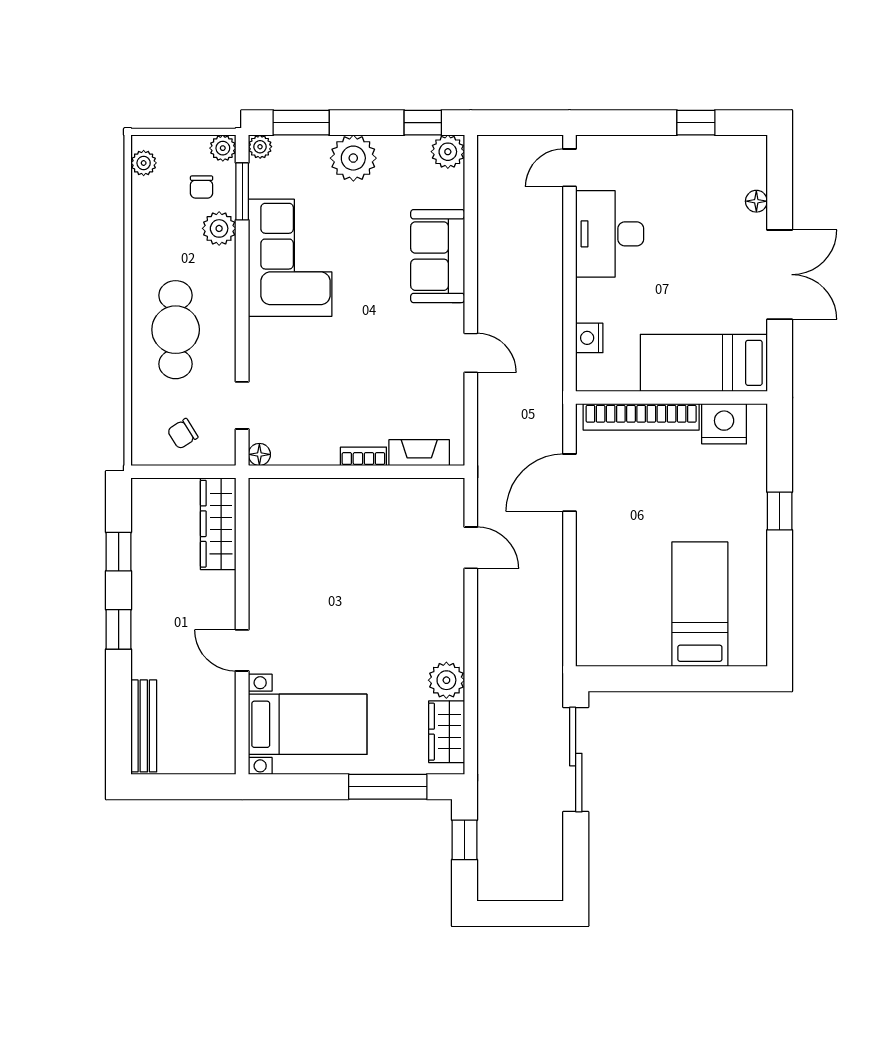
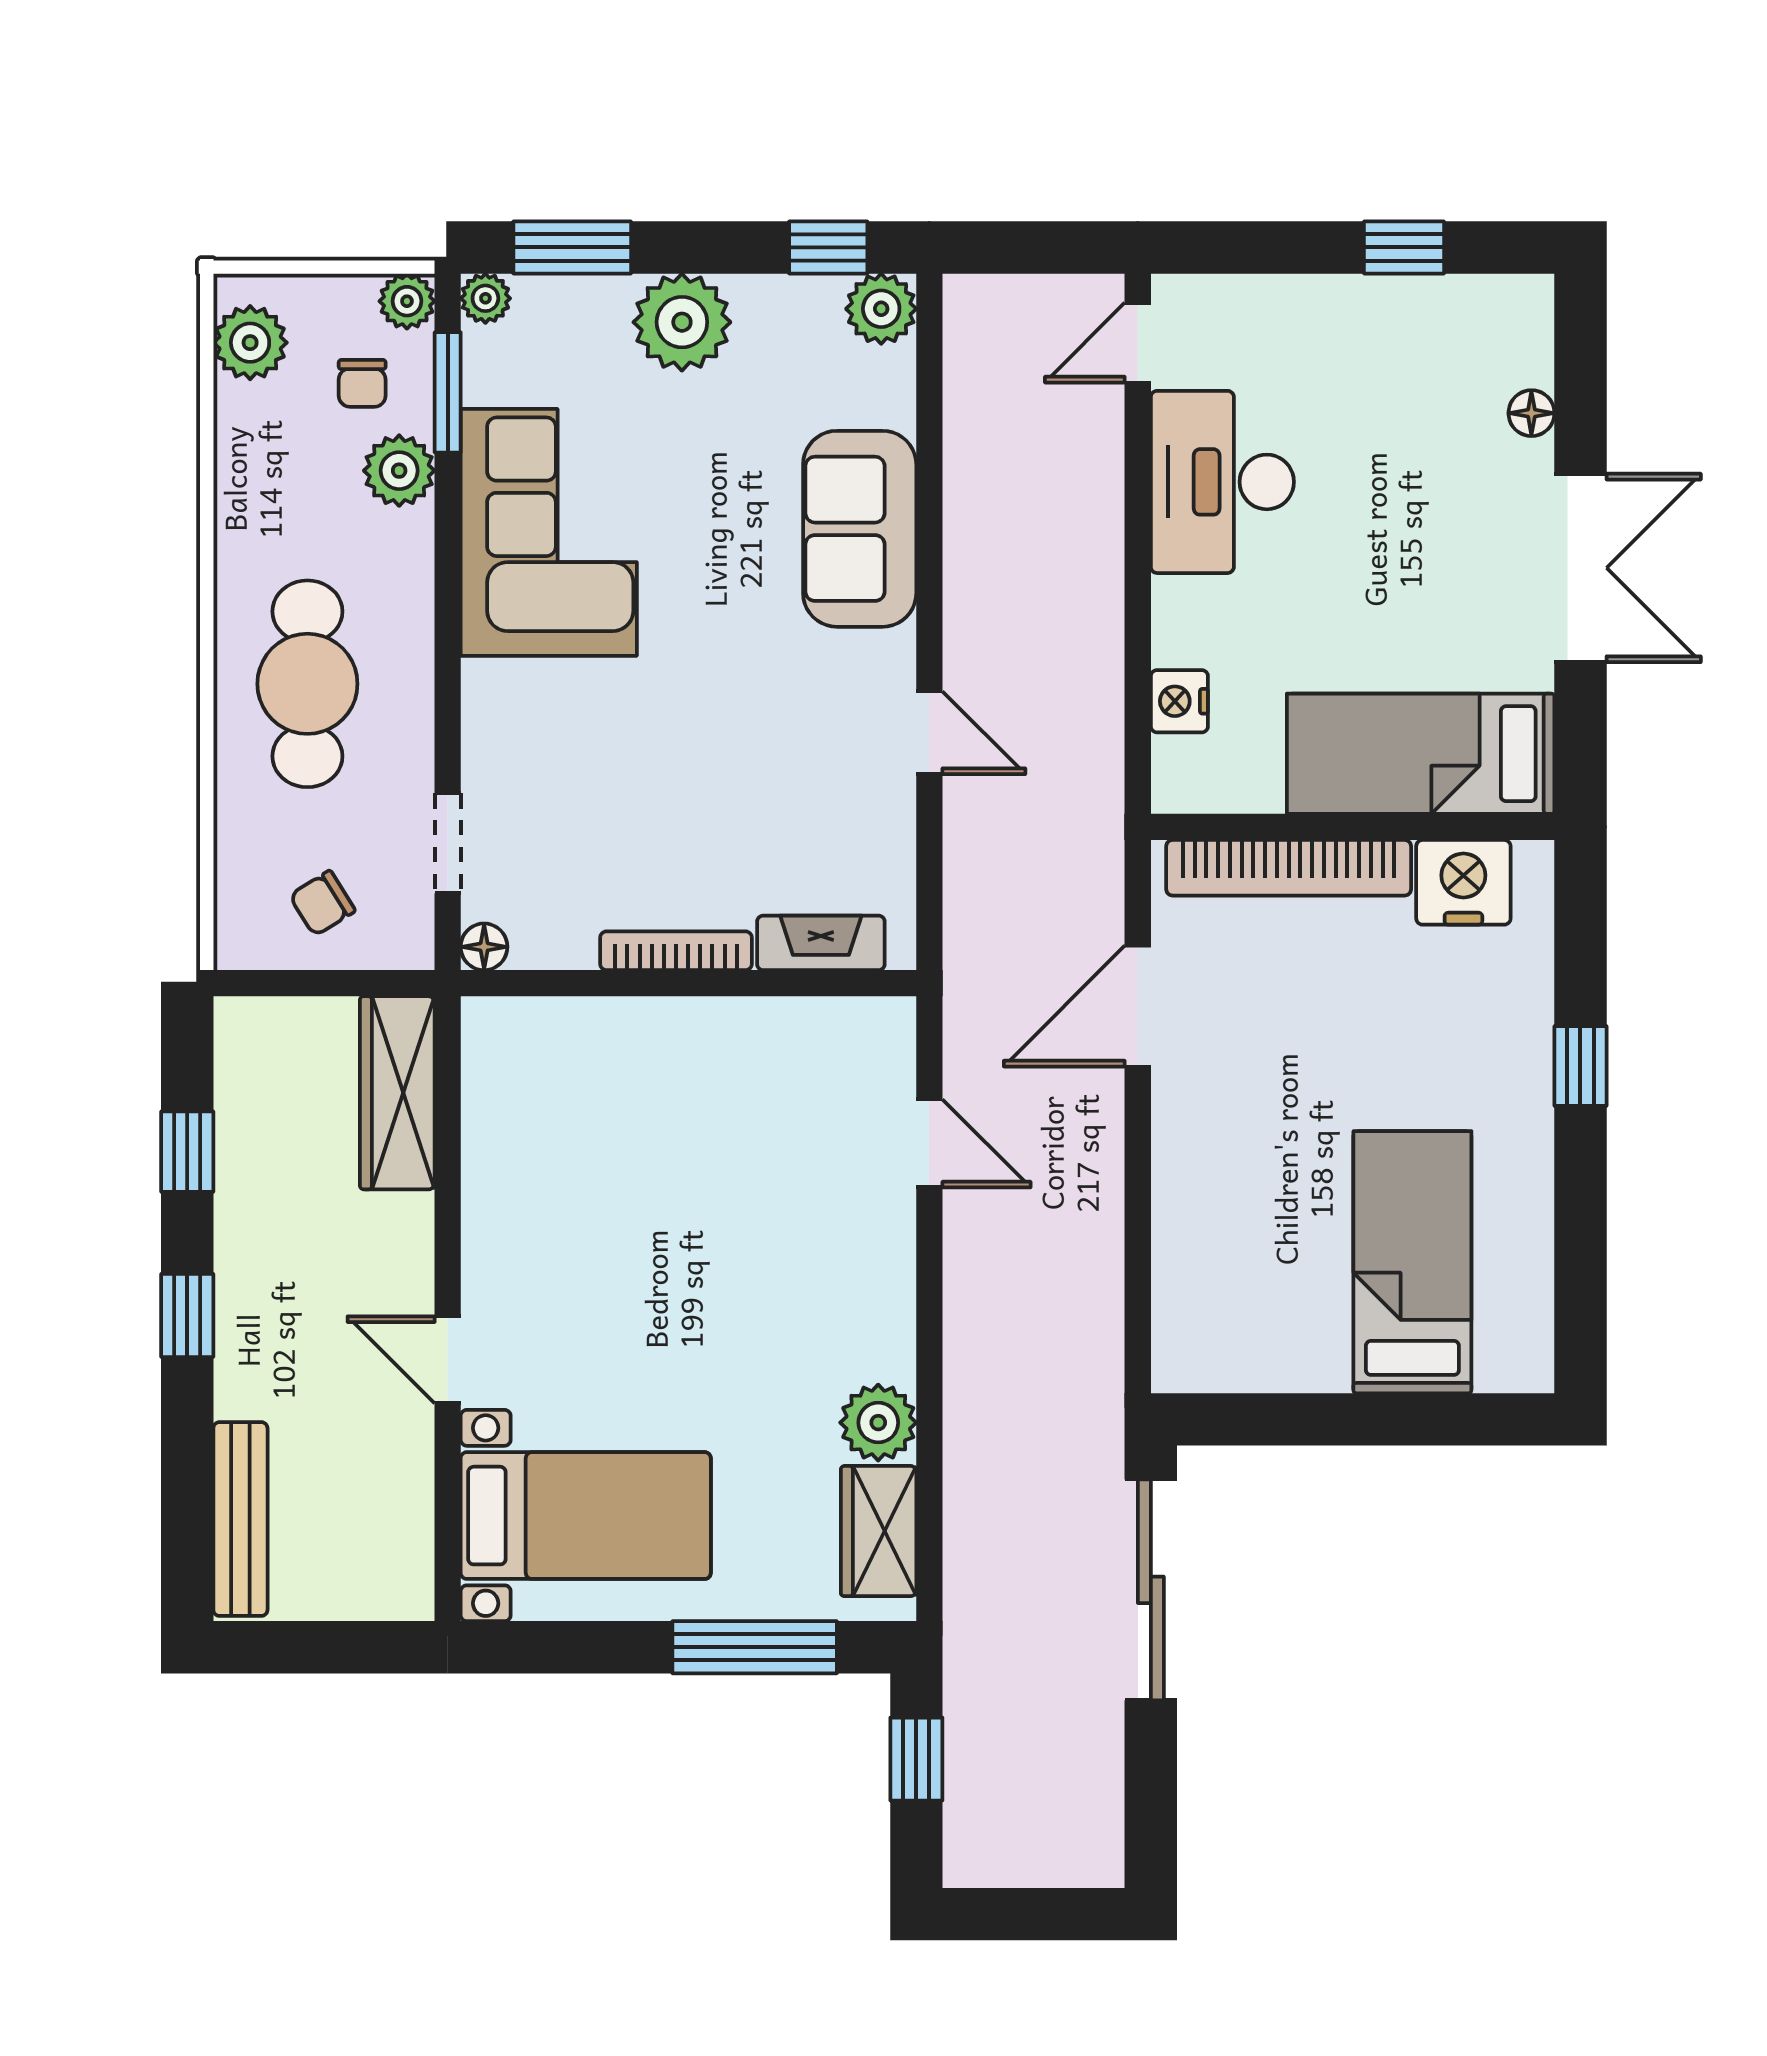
plant: (144, 163) -> (250, 343), width x1.38, depth x1.38
bookcase: (363, 456) -> (676, 951), width x1.56

